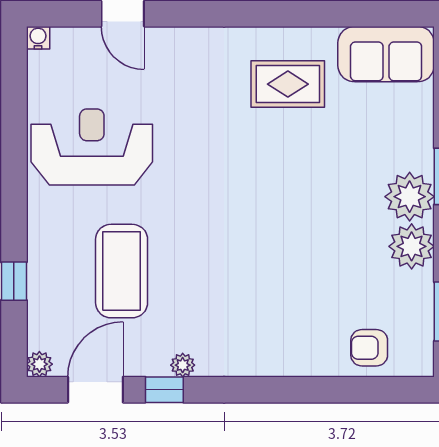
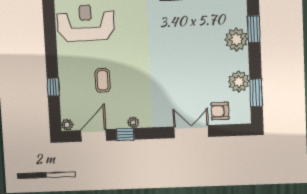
plant: (412, 246) -> (239, 82), moved
coffee table: (122, 271) -> (103, 80), width x0.54, depth x0.58
double door: (306, 390) -> (191, 132), added

